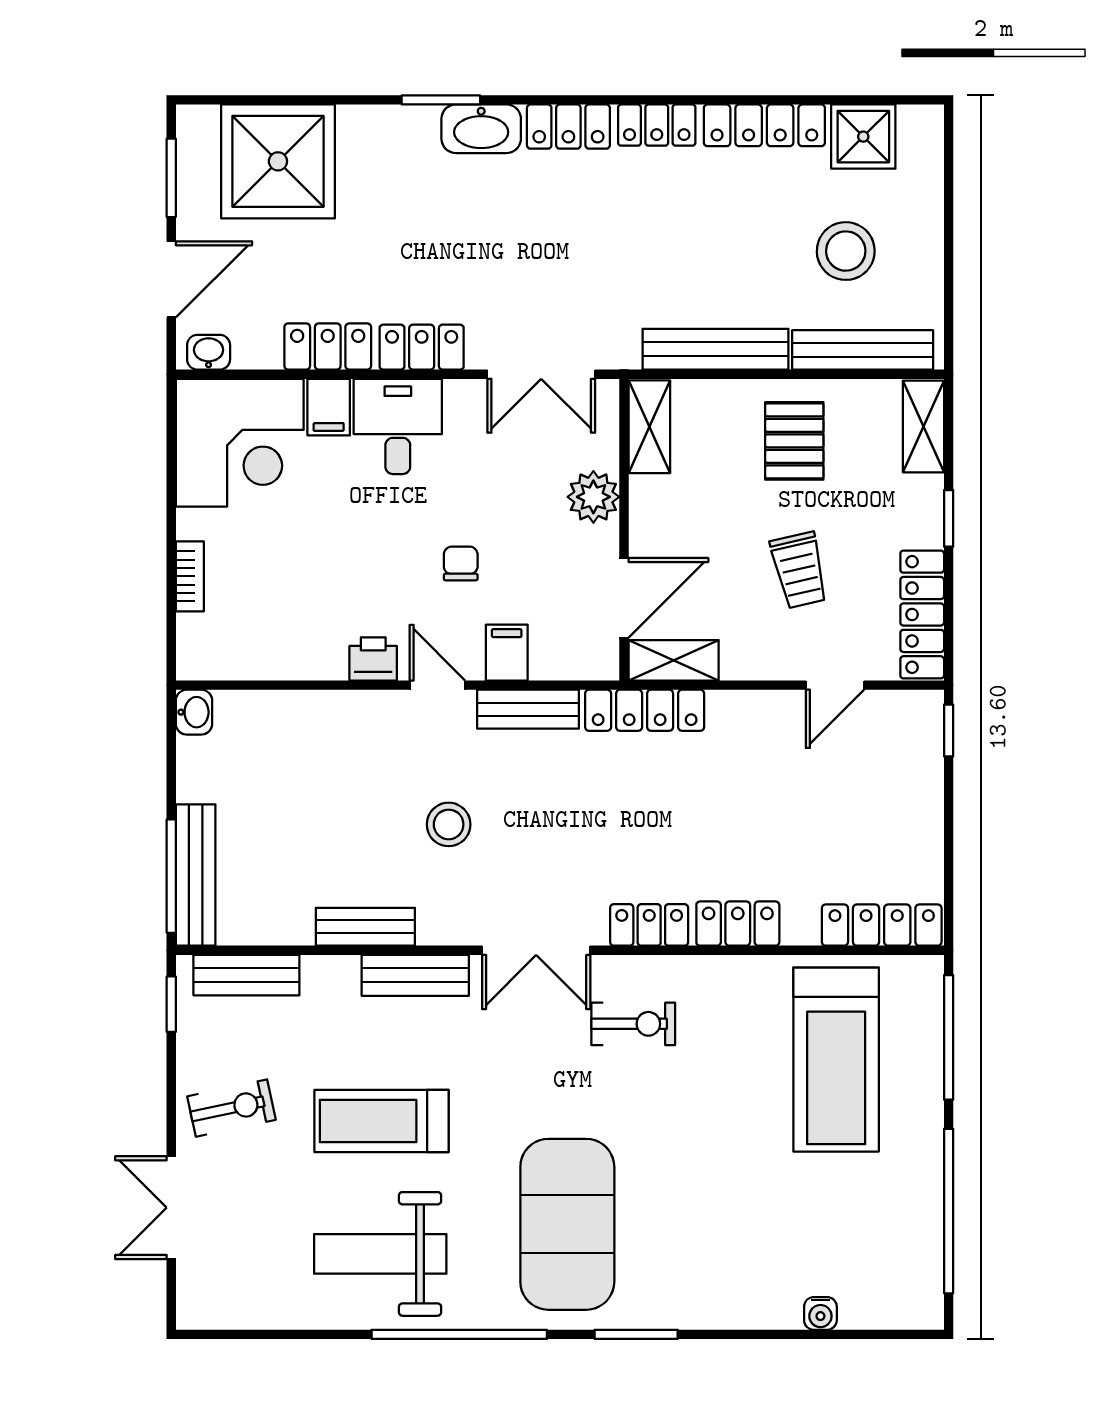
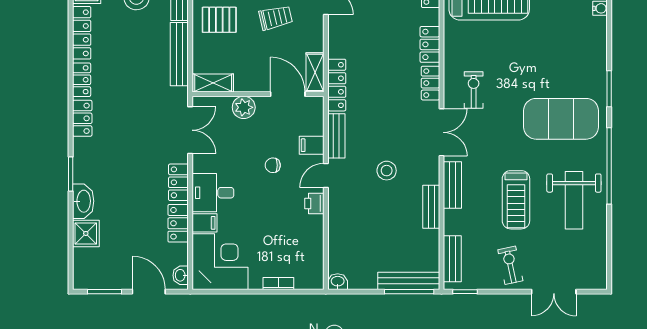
washbasin: (481, 129) -> (83, 201), moved
shower: (278, 161) -> (86, 233), width x0.54, depth x0.54

